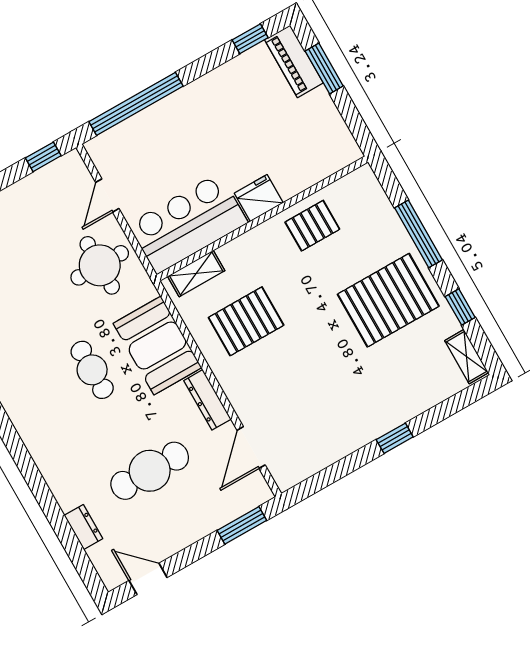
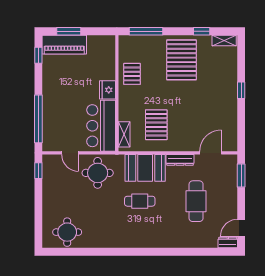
piano: (294, 61) -> (64, 45), width x1.37, depth x1.33
window: (419, 234) -> (146, 31), moved
door: (251, 448) -> (211, 153), swing flipped
dresser: (83, 527) -> (228, 243), moved

